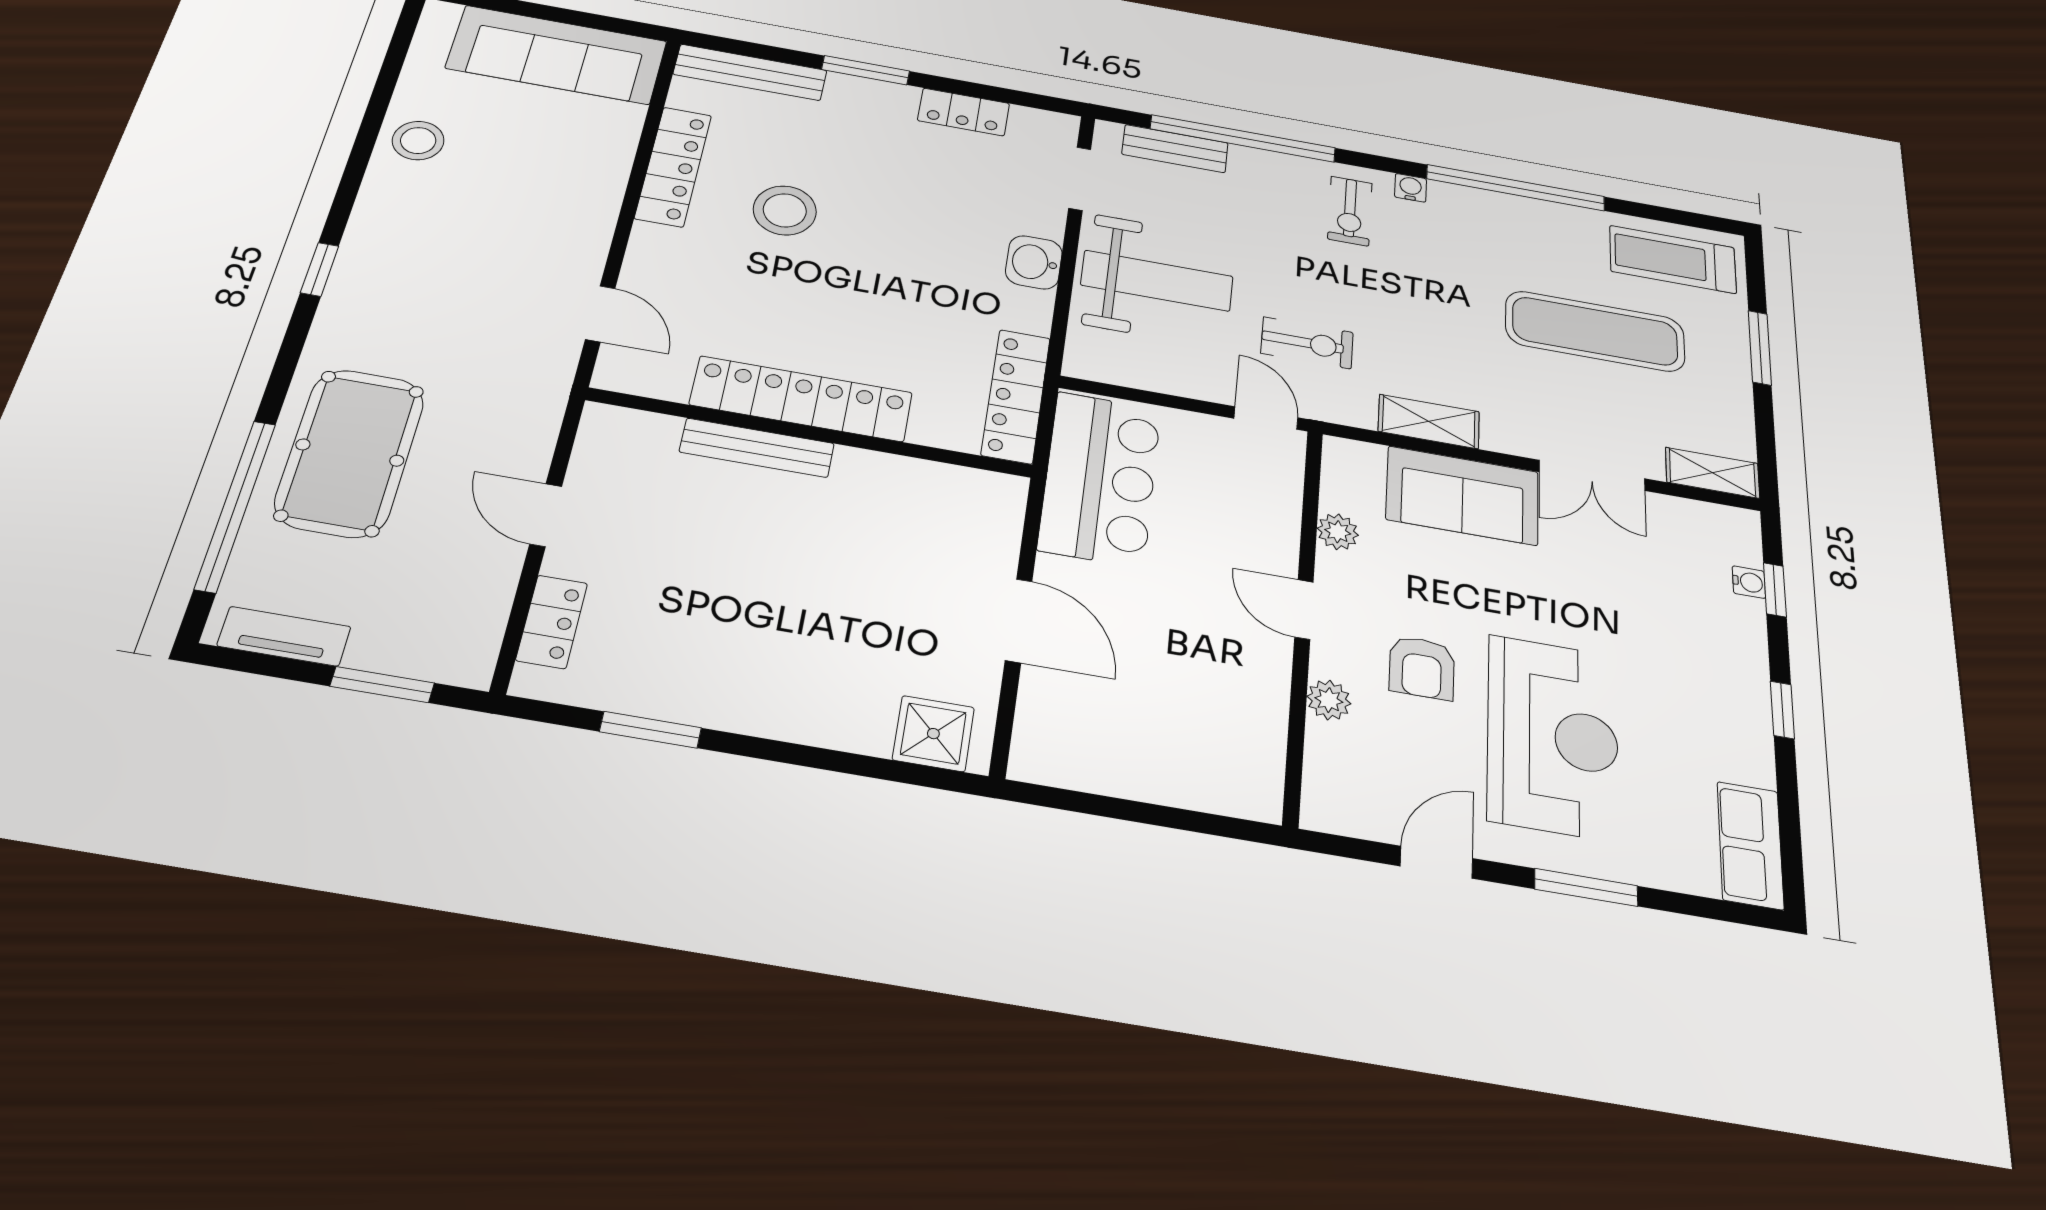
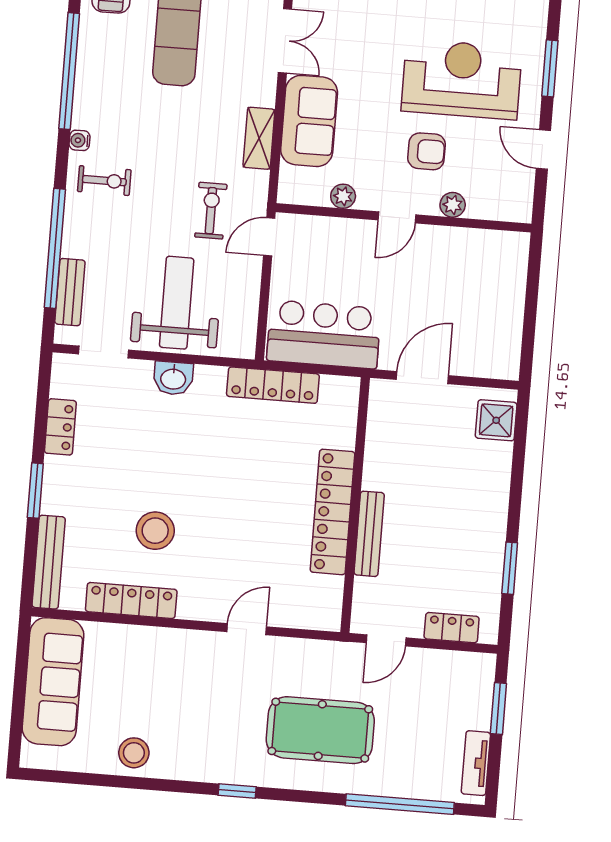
locker: (801, 399) -> (332, 512), moved
wall: (810, 433) -> (355, 505), moved
bench: (757, 448) -> (369, 534), moved
pool table: (350, 453) -> (320, 730), moved

